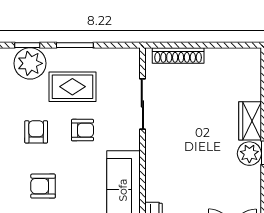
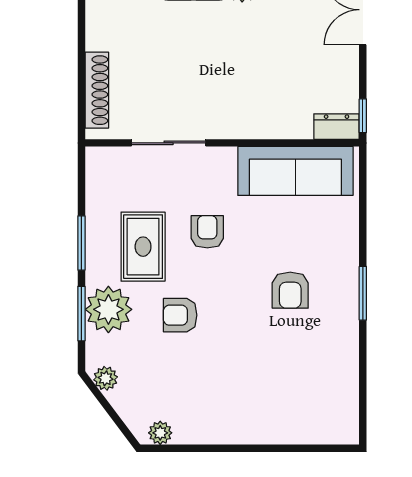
window: (27, 45) -> (81, 314), width x1.50
armchair: (36, 132) -> (180, 315), moved

